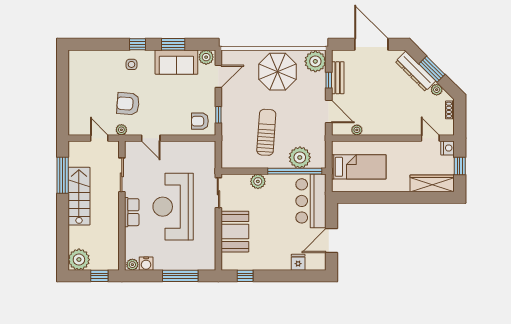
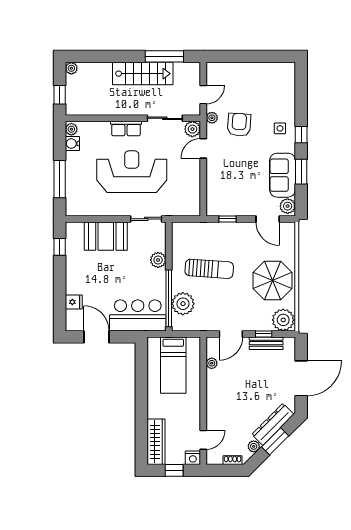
armchair: (200, 121) -> (221, 200), removed
plant: (132, 148) -> (192, 129), added
plant: (79, 260) -> (71, 68), width x0.53, depth x0.53

